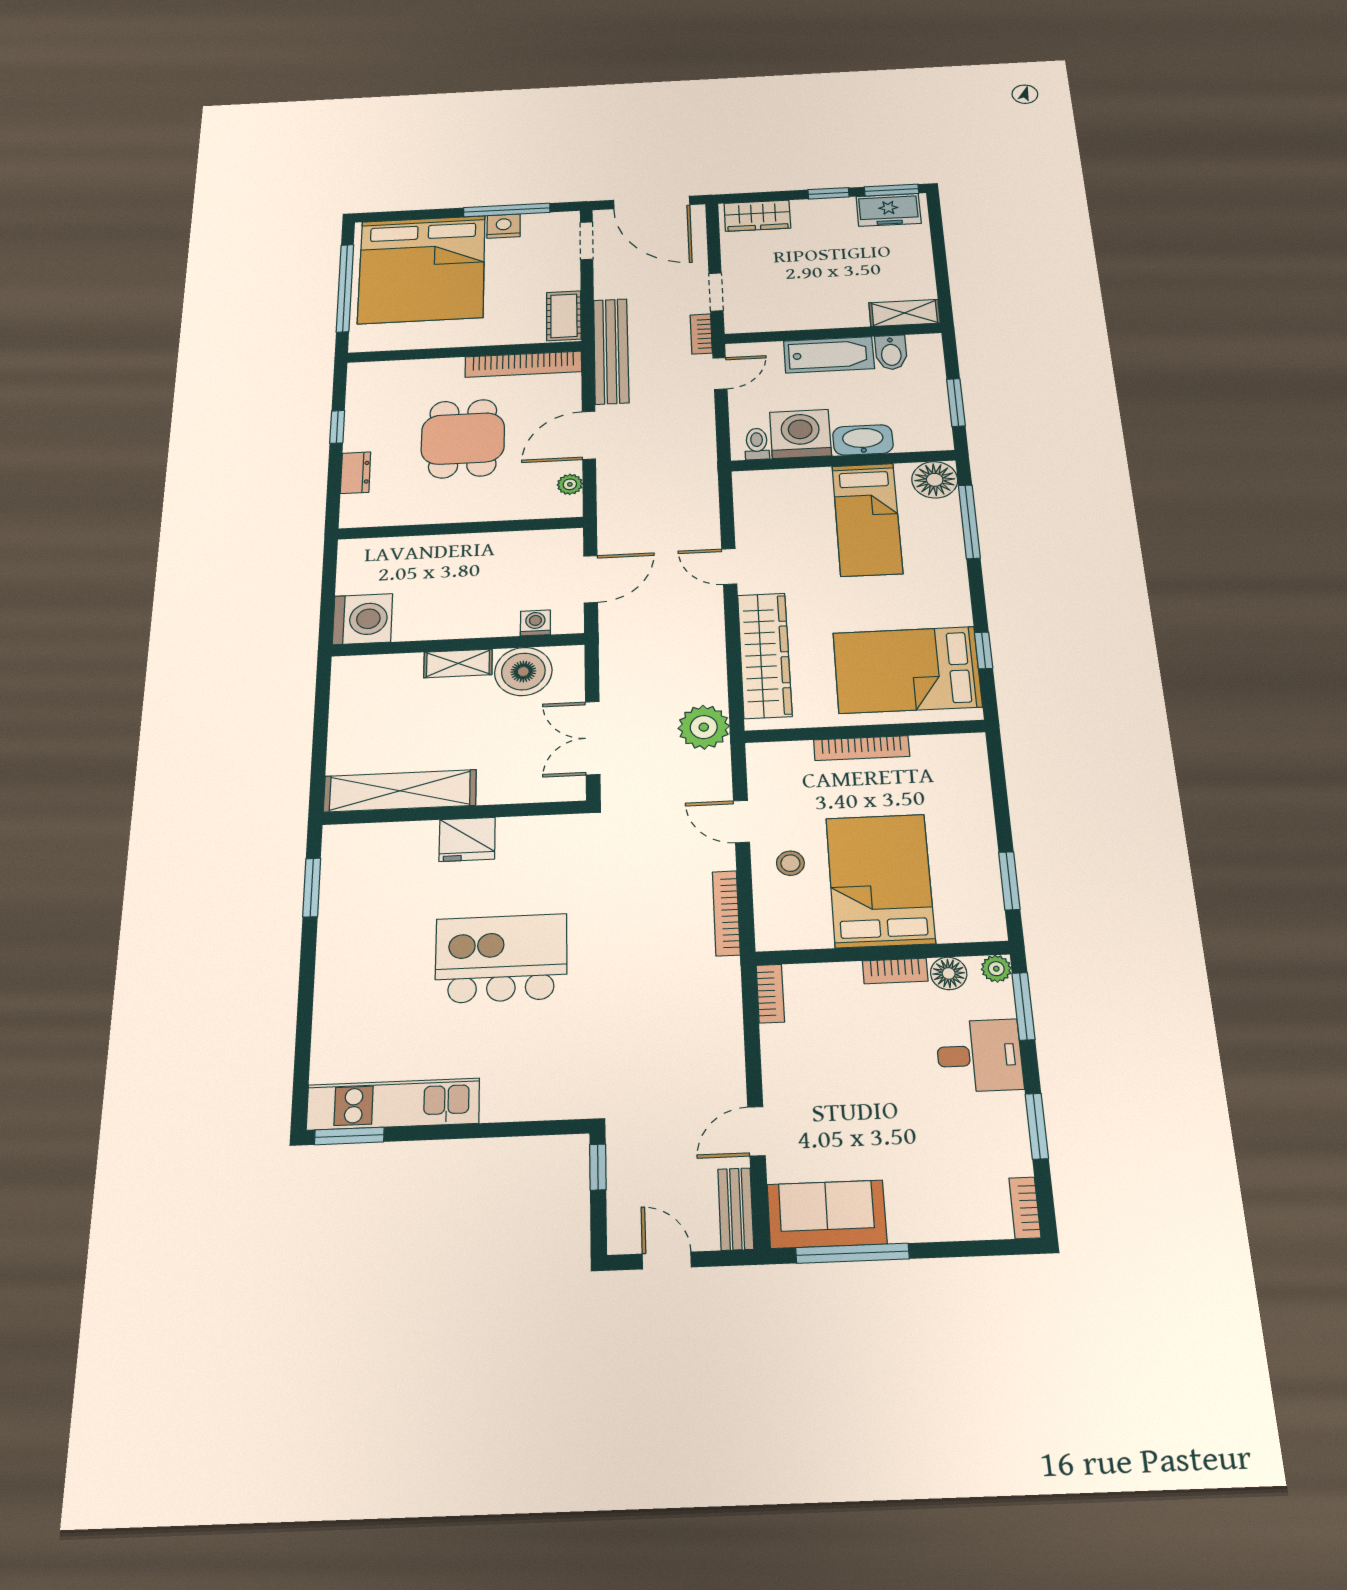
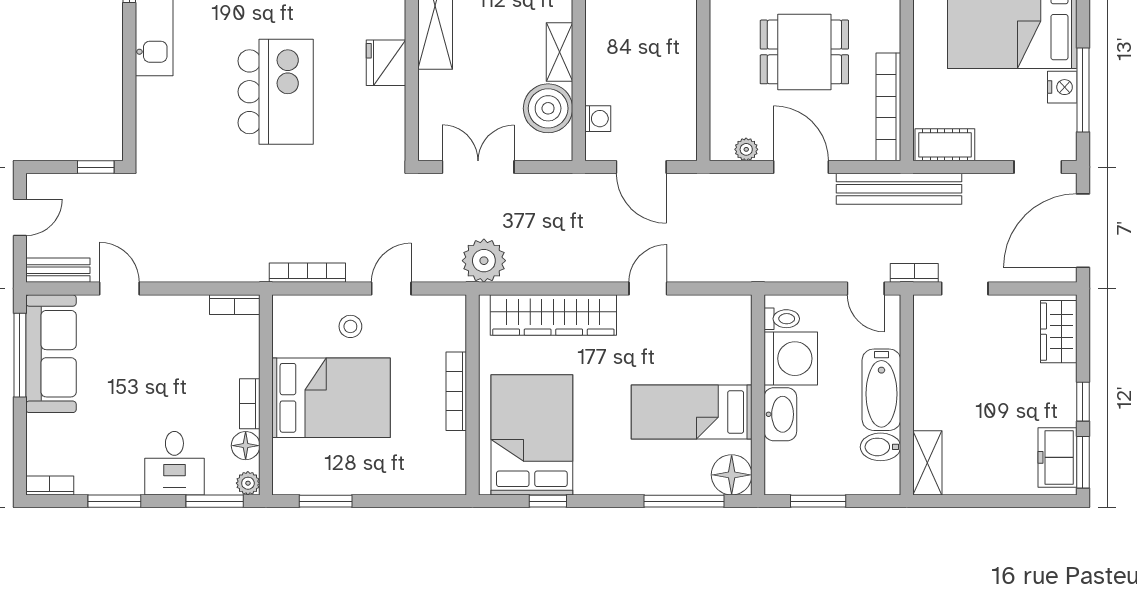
sofa: (827, 1214) -> (51, 354), width x1.36

